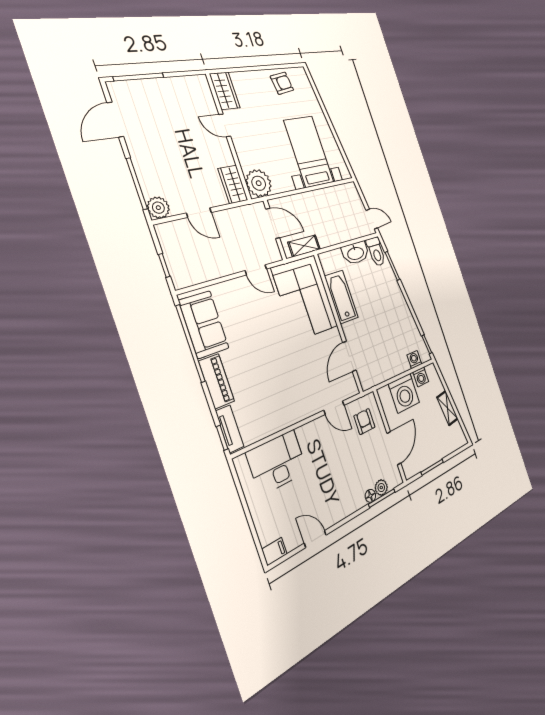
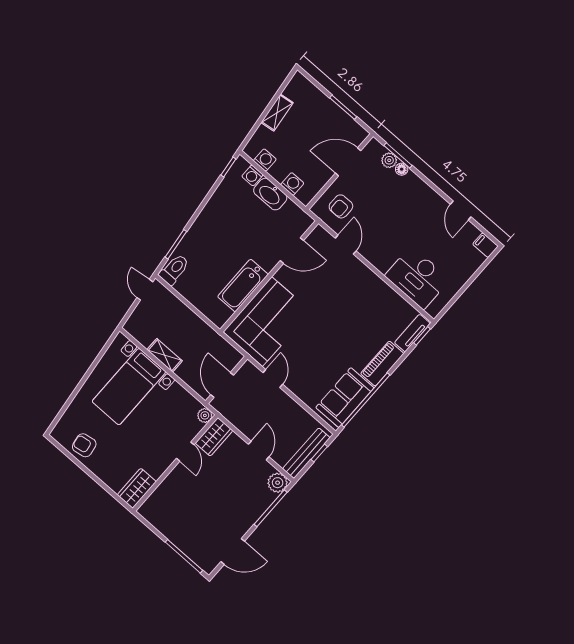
door: (225, 125) -> (185, 452), moved
plant: (259, 183) -> (205, 415), width x0.53, depth x0.53
shelving: (304, 246) -> (165, 355), moved
bench: (171, 253) -> (306, 453), added
washbasin: (355, 253) -> (270, 194), moved, turned 180
washing machine: (404, 393) -> (292, 184), width x0.53, depth x0.53

